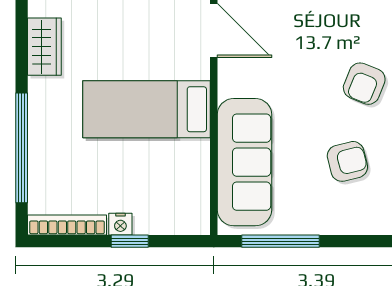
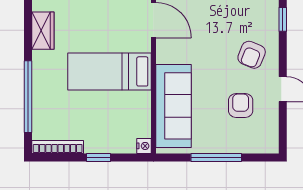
armchair: (347, 161) -> (241, 106), turned -76
nightstand: (120, 224) -> (144, 146), moved, turned -90
window: (281, 241) -> (216, 157), moved

